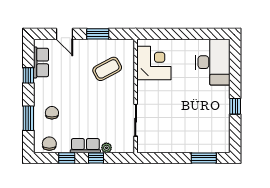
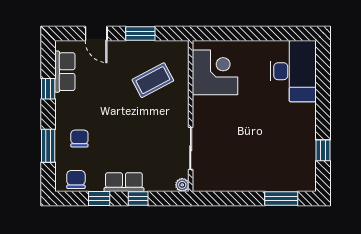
window: (235, 106) -> (323, 150), moved
plant: (106, 148) -> (182, 185), moved

